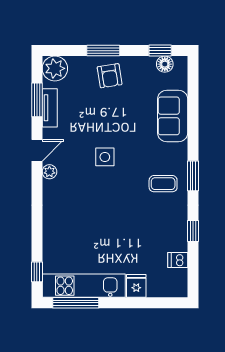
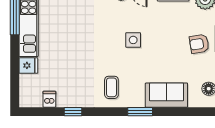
window: (193, 176) -> (140, 112), moved

